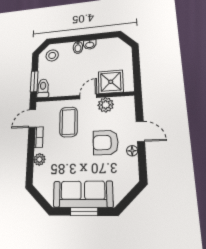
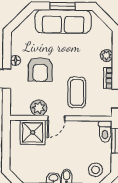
armchair: (106, 143) -> (40, 69), turned 90

